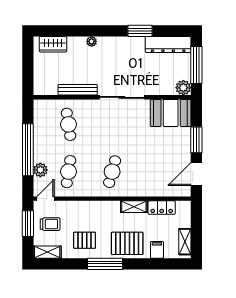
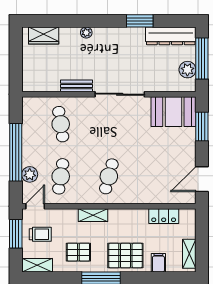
plant: (183, 88) -> (187, 70), moved
bench: (78, 90) -> (77, 86), width x0.73
window: (196, 140) -> (202, 127), moved
shelving: (134, 207) -> (93, 215), moved

